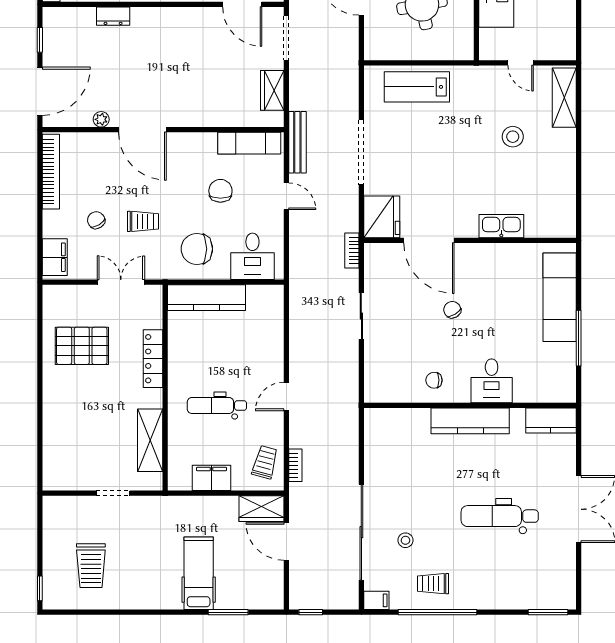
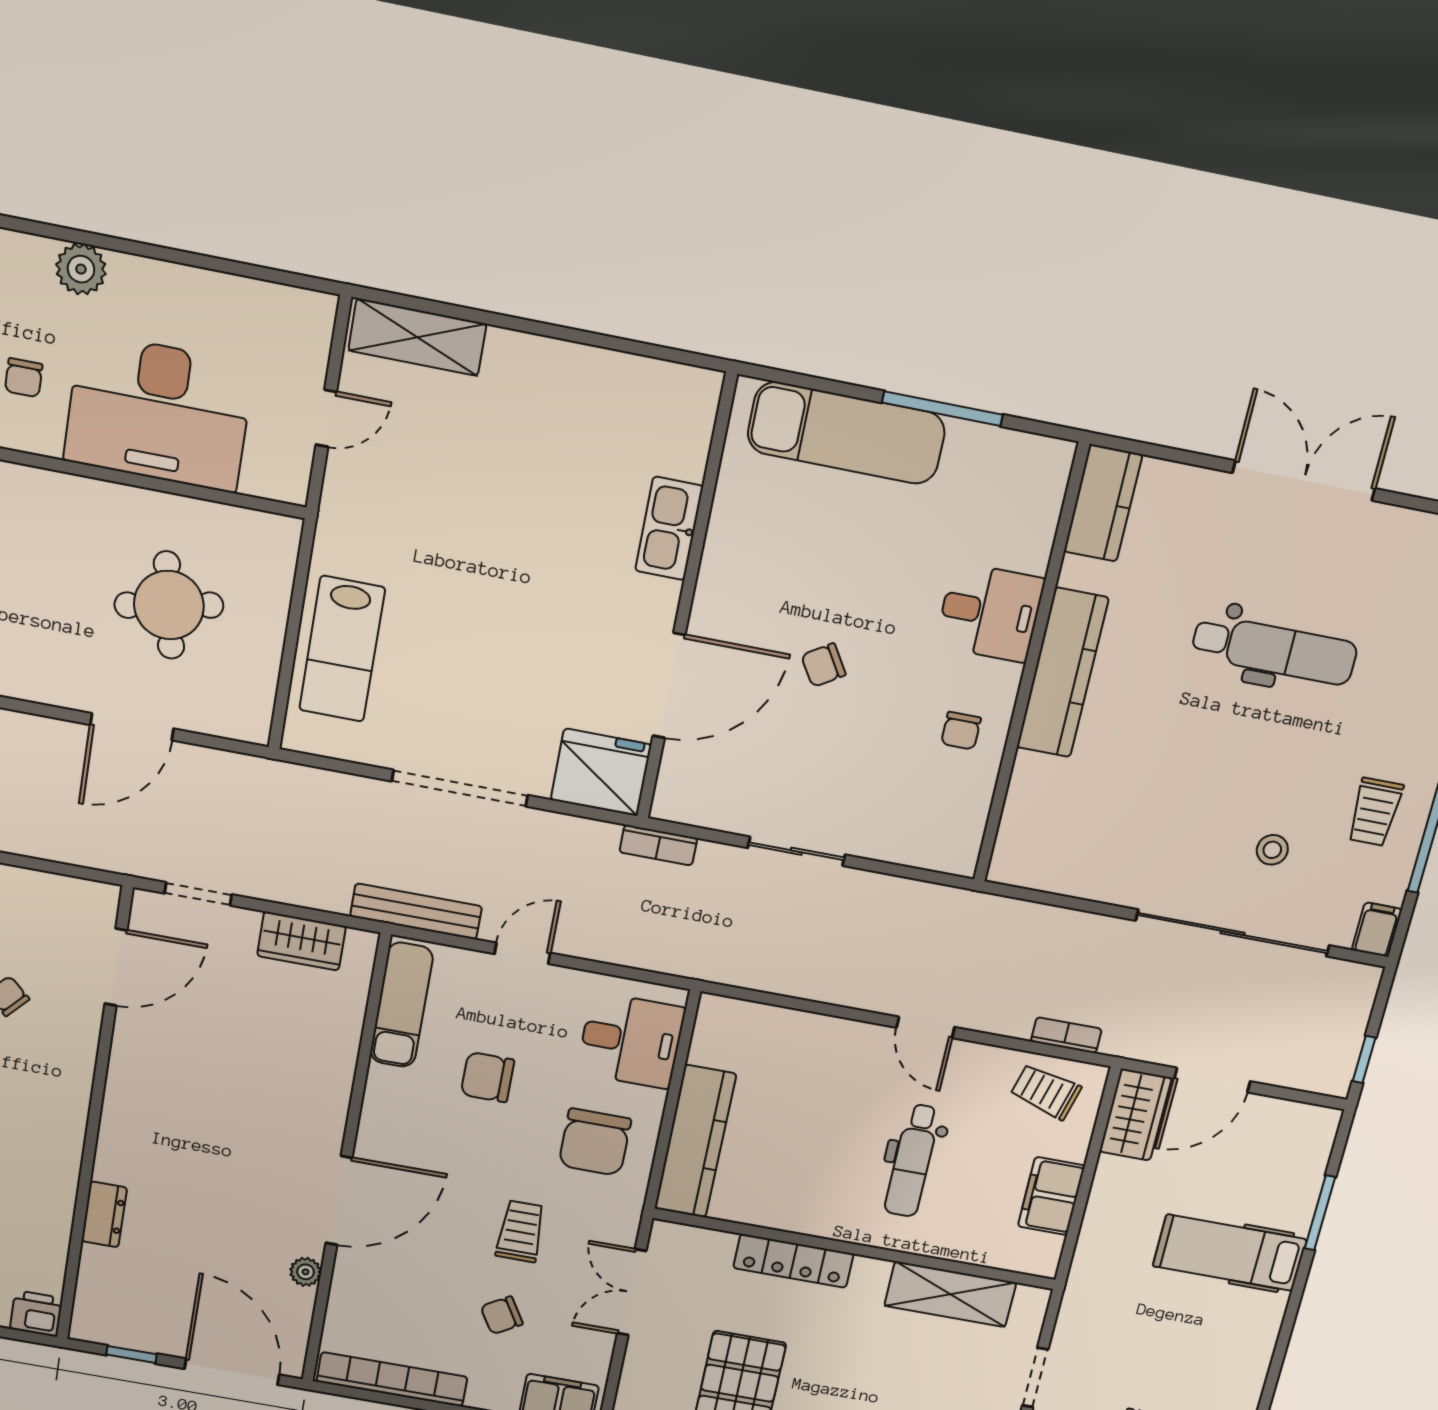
doorway: (286, 38) -> (198, 894), width x0.73
stool: (513, 137) -> (483, 467), removed
dental chair: (500, 516) -> (1274, 650), turned -90

